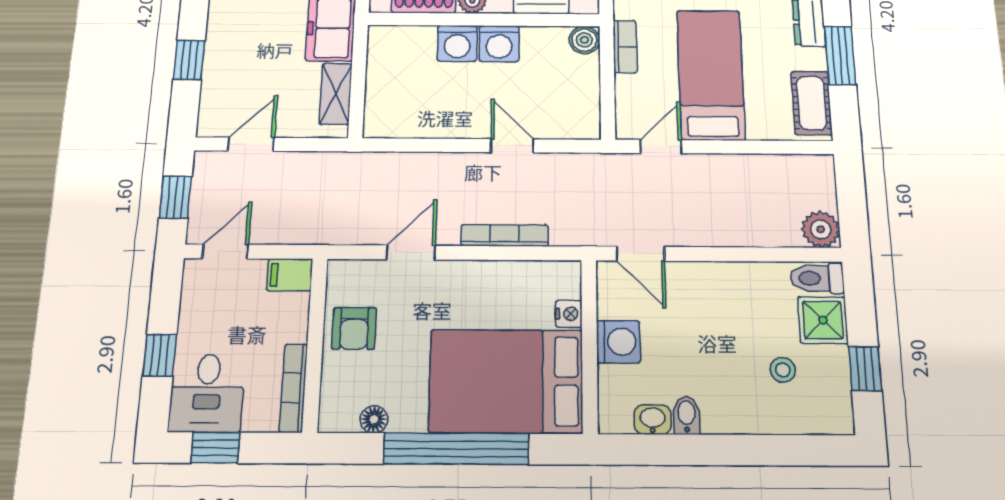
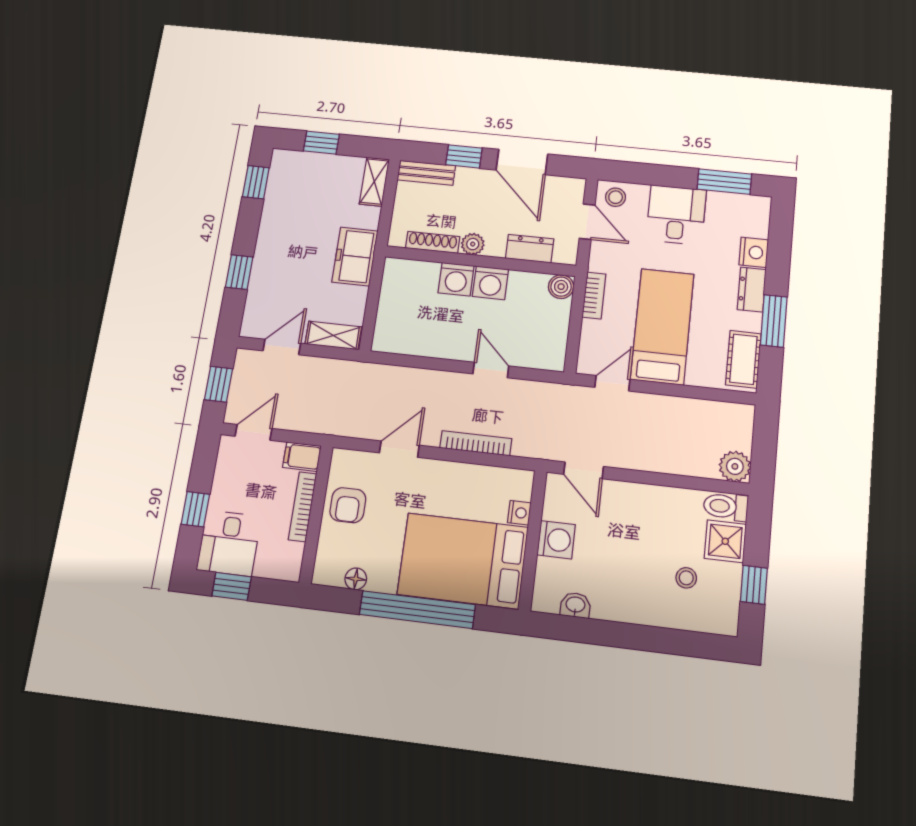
shelving: (336, 94) -> (333, 335), moved, turned 90
bookcase: (293, 388) -> (303, 507), moved
bidet: (687, 415) -> (603, 605), removed

